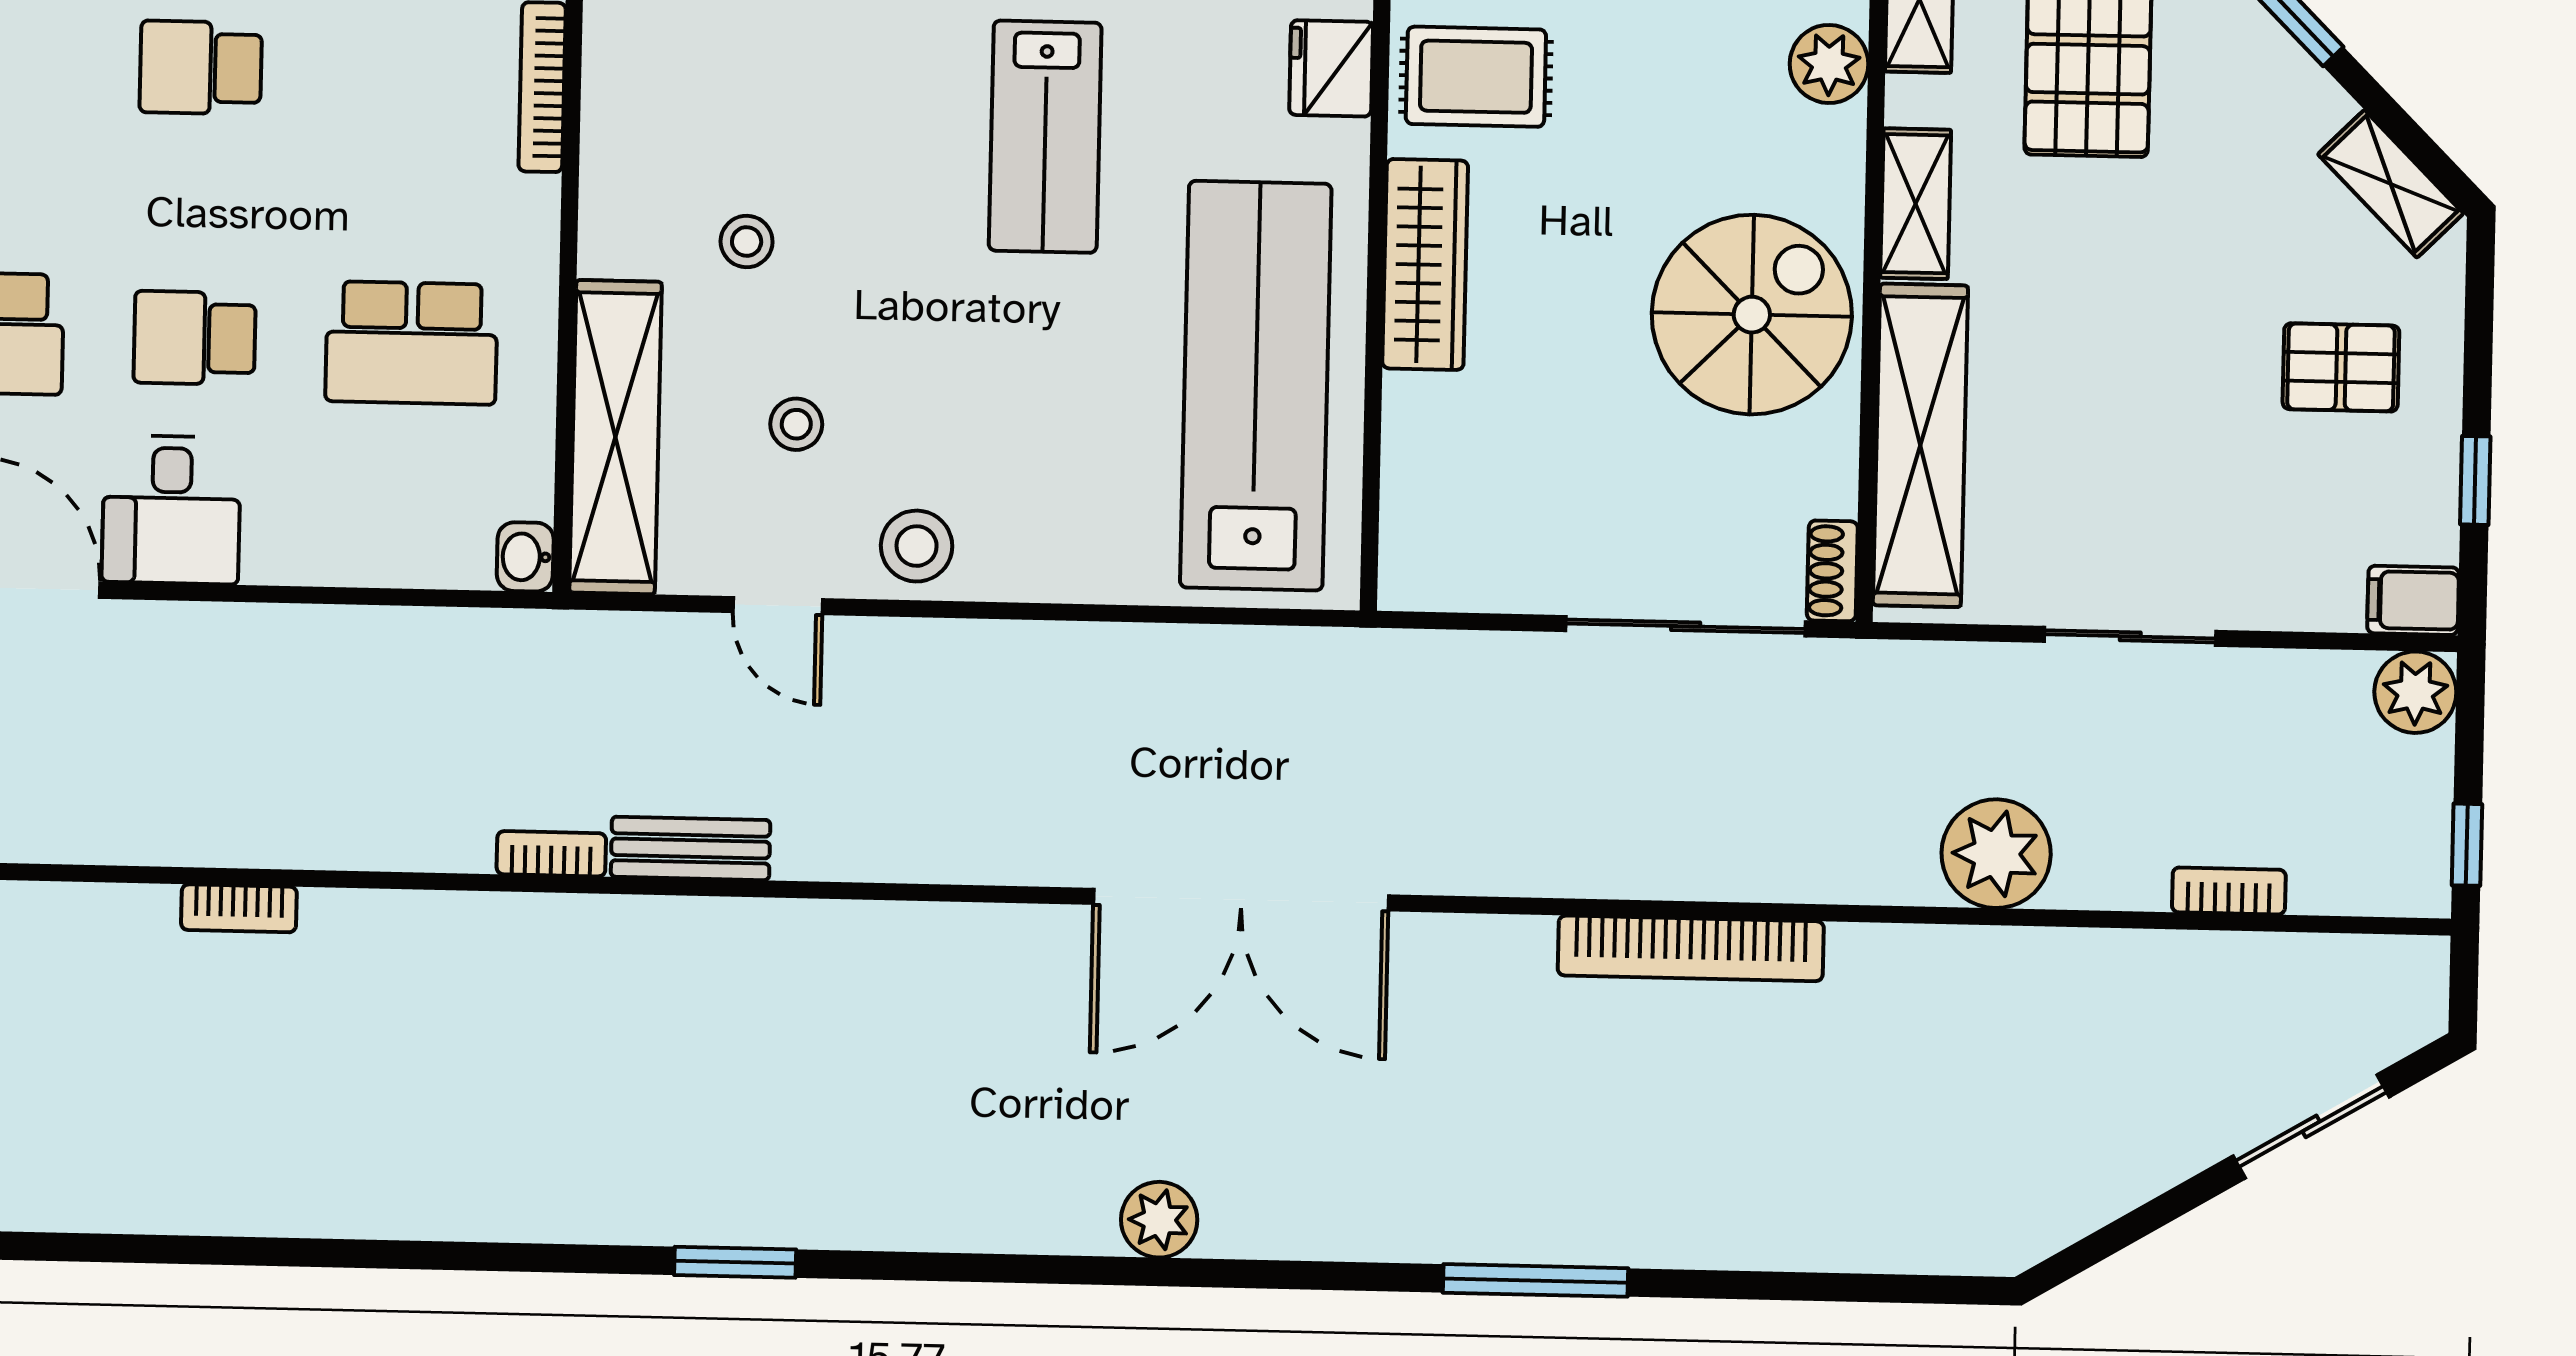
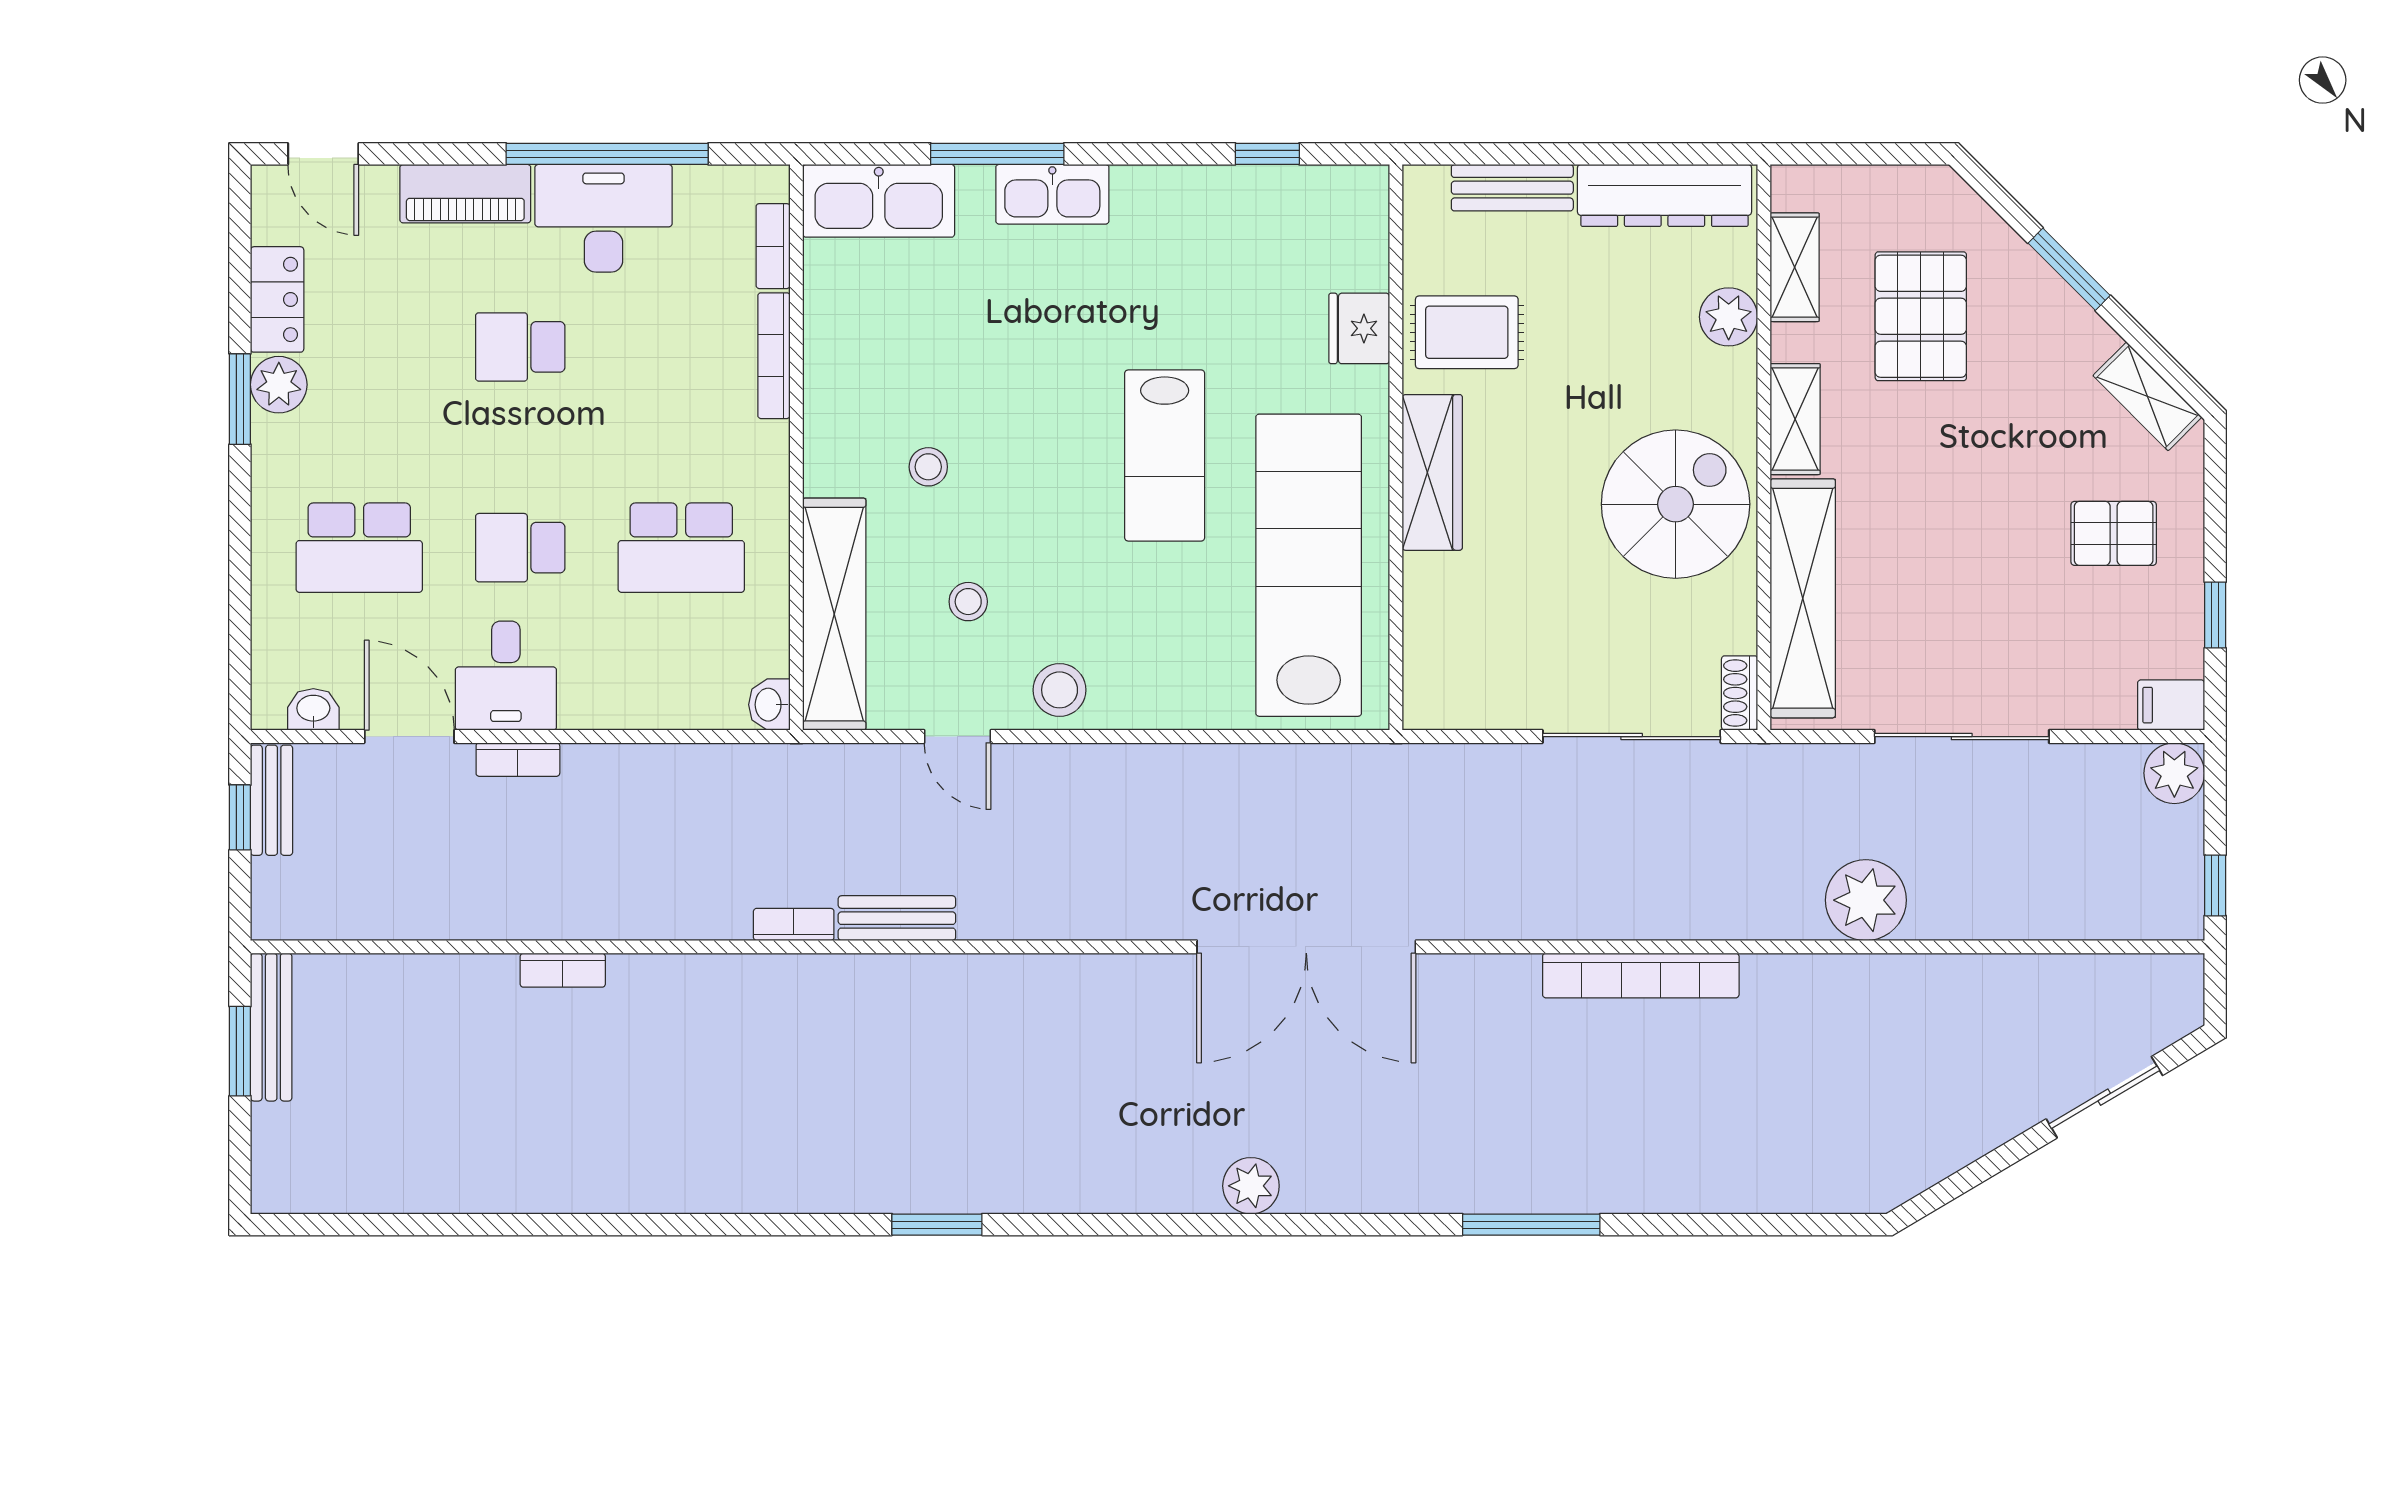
lab bench: (1045, 137) -> (1165, 456), moved
sliding door: (2130, 636) -> (1962, 737), width x1.37
bookcase: (2229, 891) -> (518, 760), moved, turned 180

